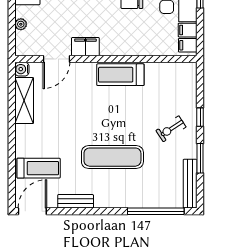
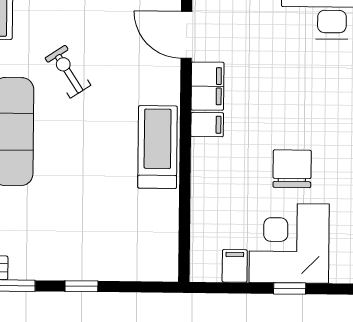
filing cabinet: (188, 45) -> (207, 125), moved, turned 90
exercise bike: (171, 129) -> (68, 72), moved

